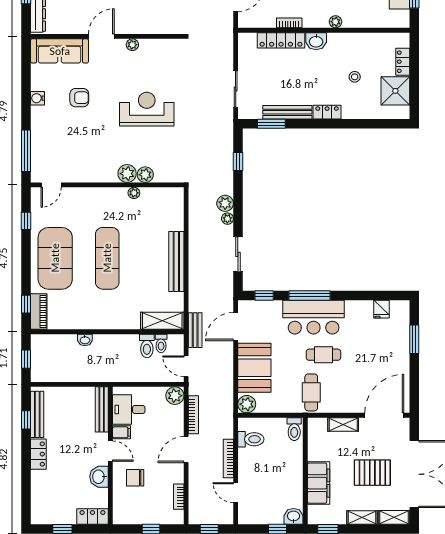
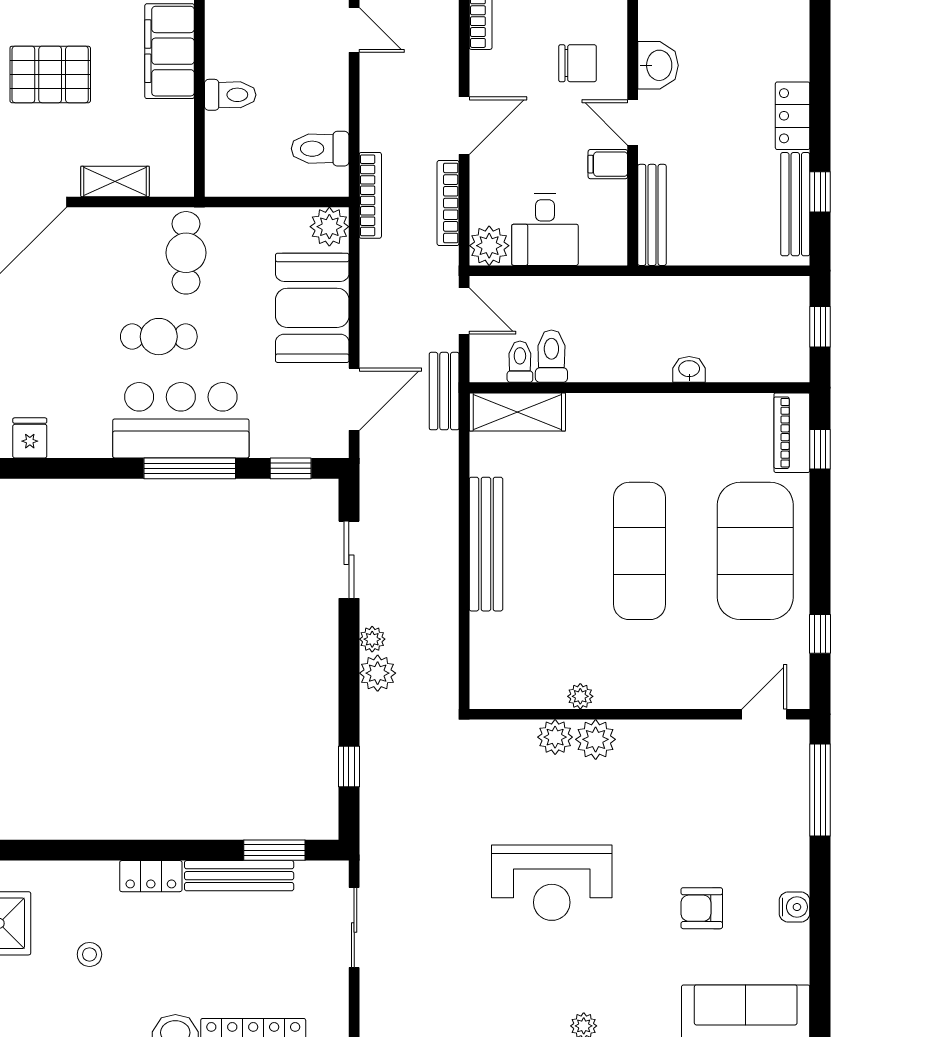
desk: (129, 410) -> (545, 230), moved, turned 90
toilet: (294, 429) -> (230, 95), moved, turned 90
bookcase: (228, 458) -> (370, 195), moved

